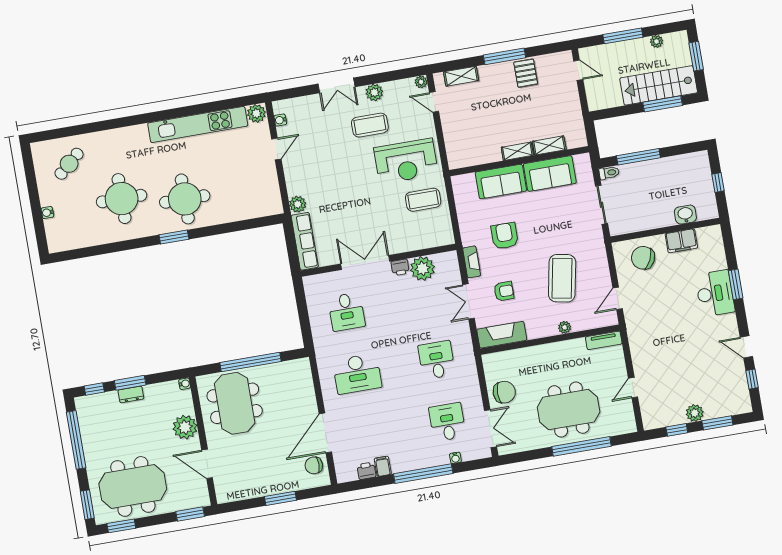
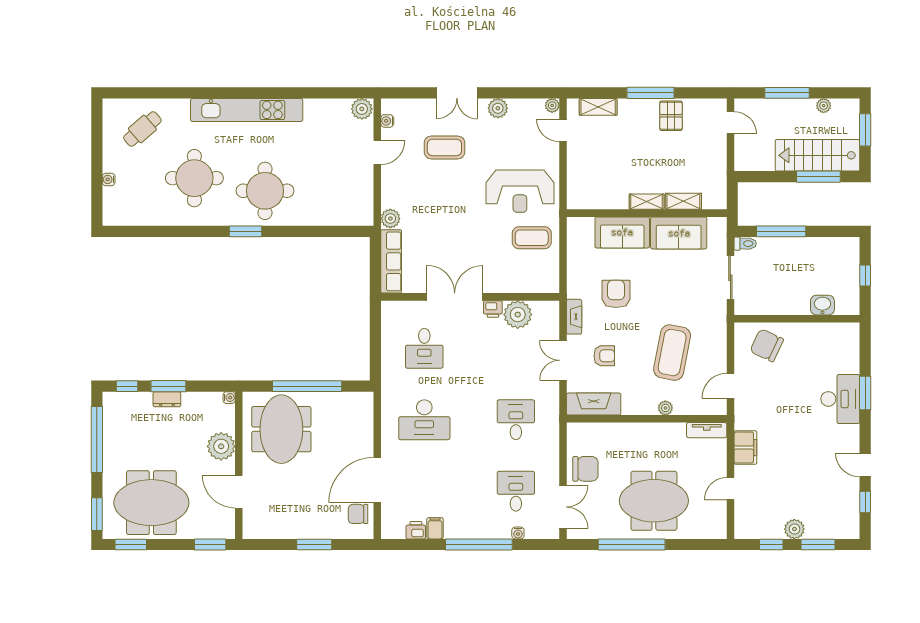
kitchen unit: (198, 125) -> (247, 110), moved
coffee table: (370, 125) -> (444, 147), moved
filing cabinet: (681, 241) -> (745, 448), moved, turned -90
window: (582, 446) -> (632, 544), moved

